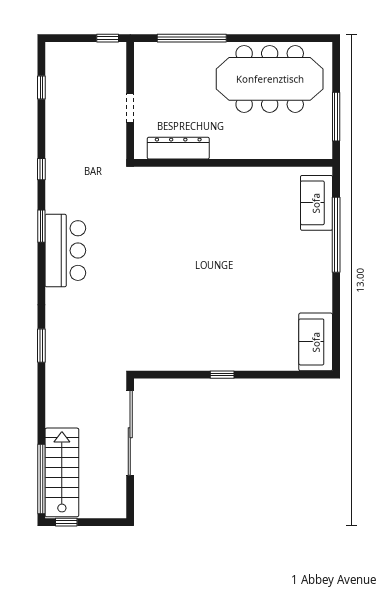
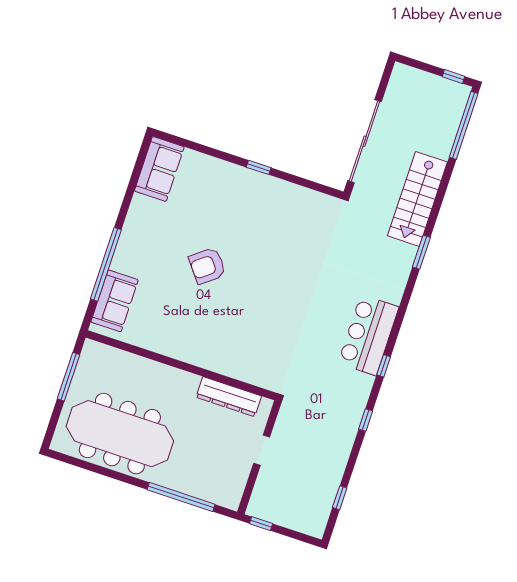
window: (41, 226) -> (384, 366), width x0.67
armchair: (240, 265) -> (207, 266), added
stairs: (62, 472) -> (417, 199), moved

